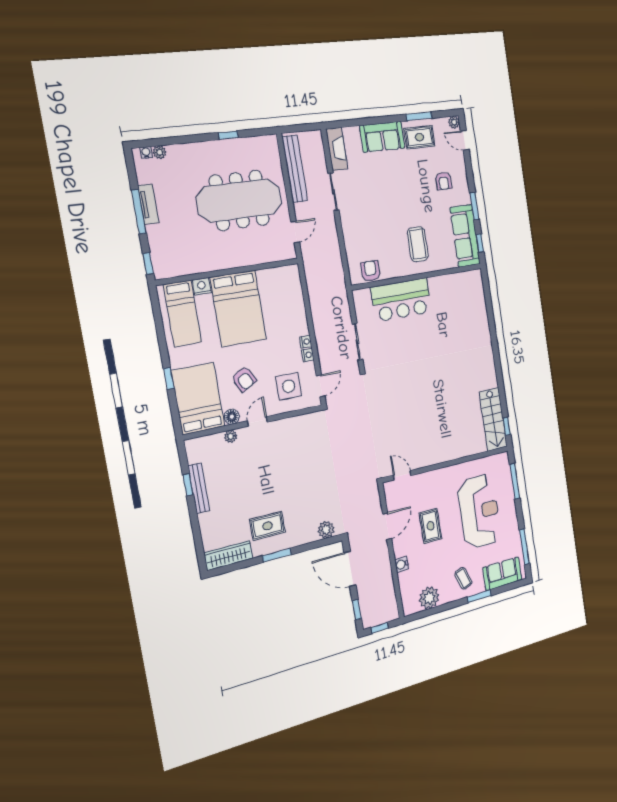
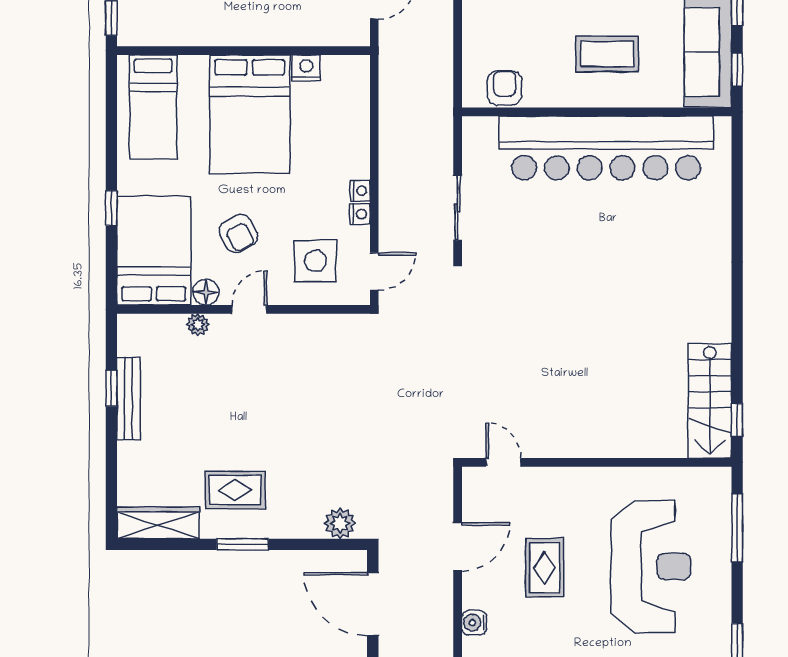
coffee table: (418, 244) -> (607, 54), turned 90
nightstand: (202, 286) -> (306, 68), moved
bar counter: (401, 300) -> (606, 148), width x1.86

